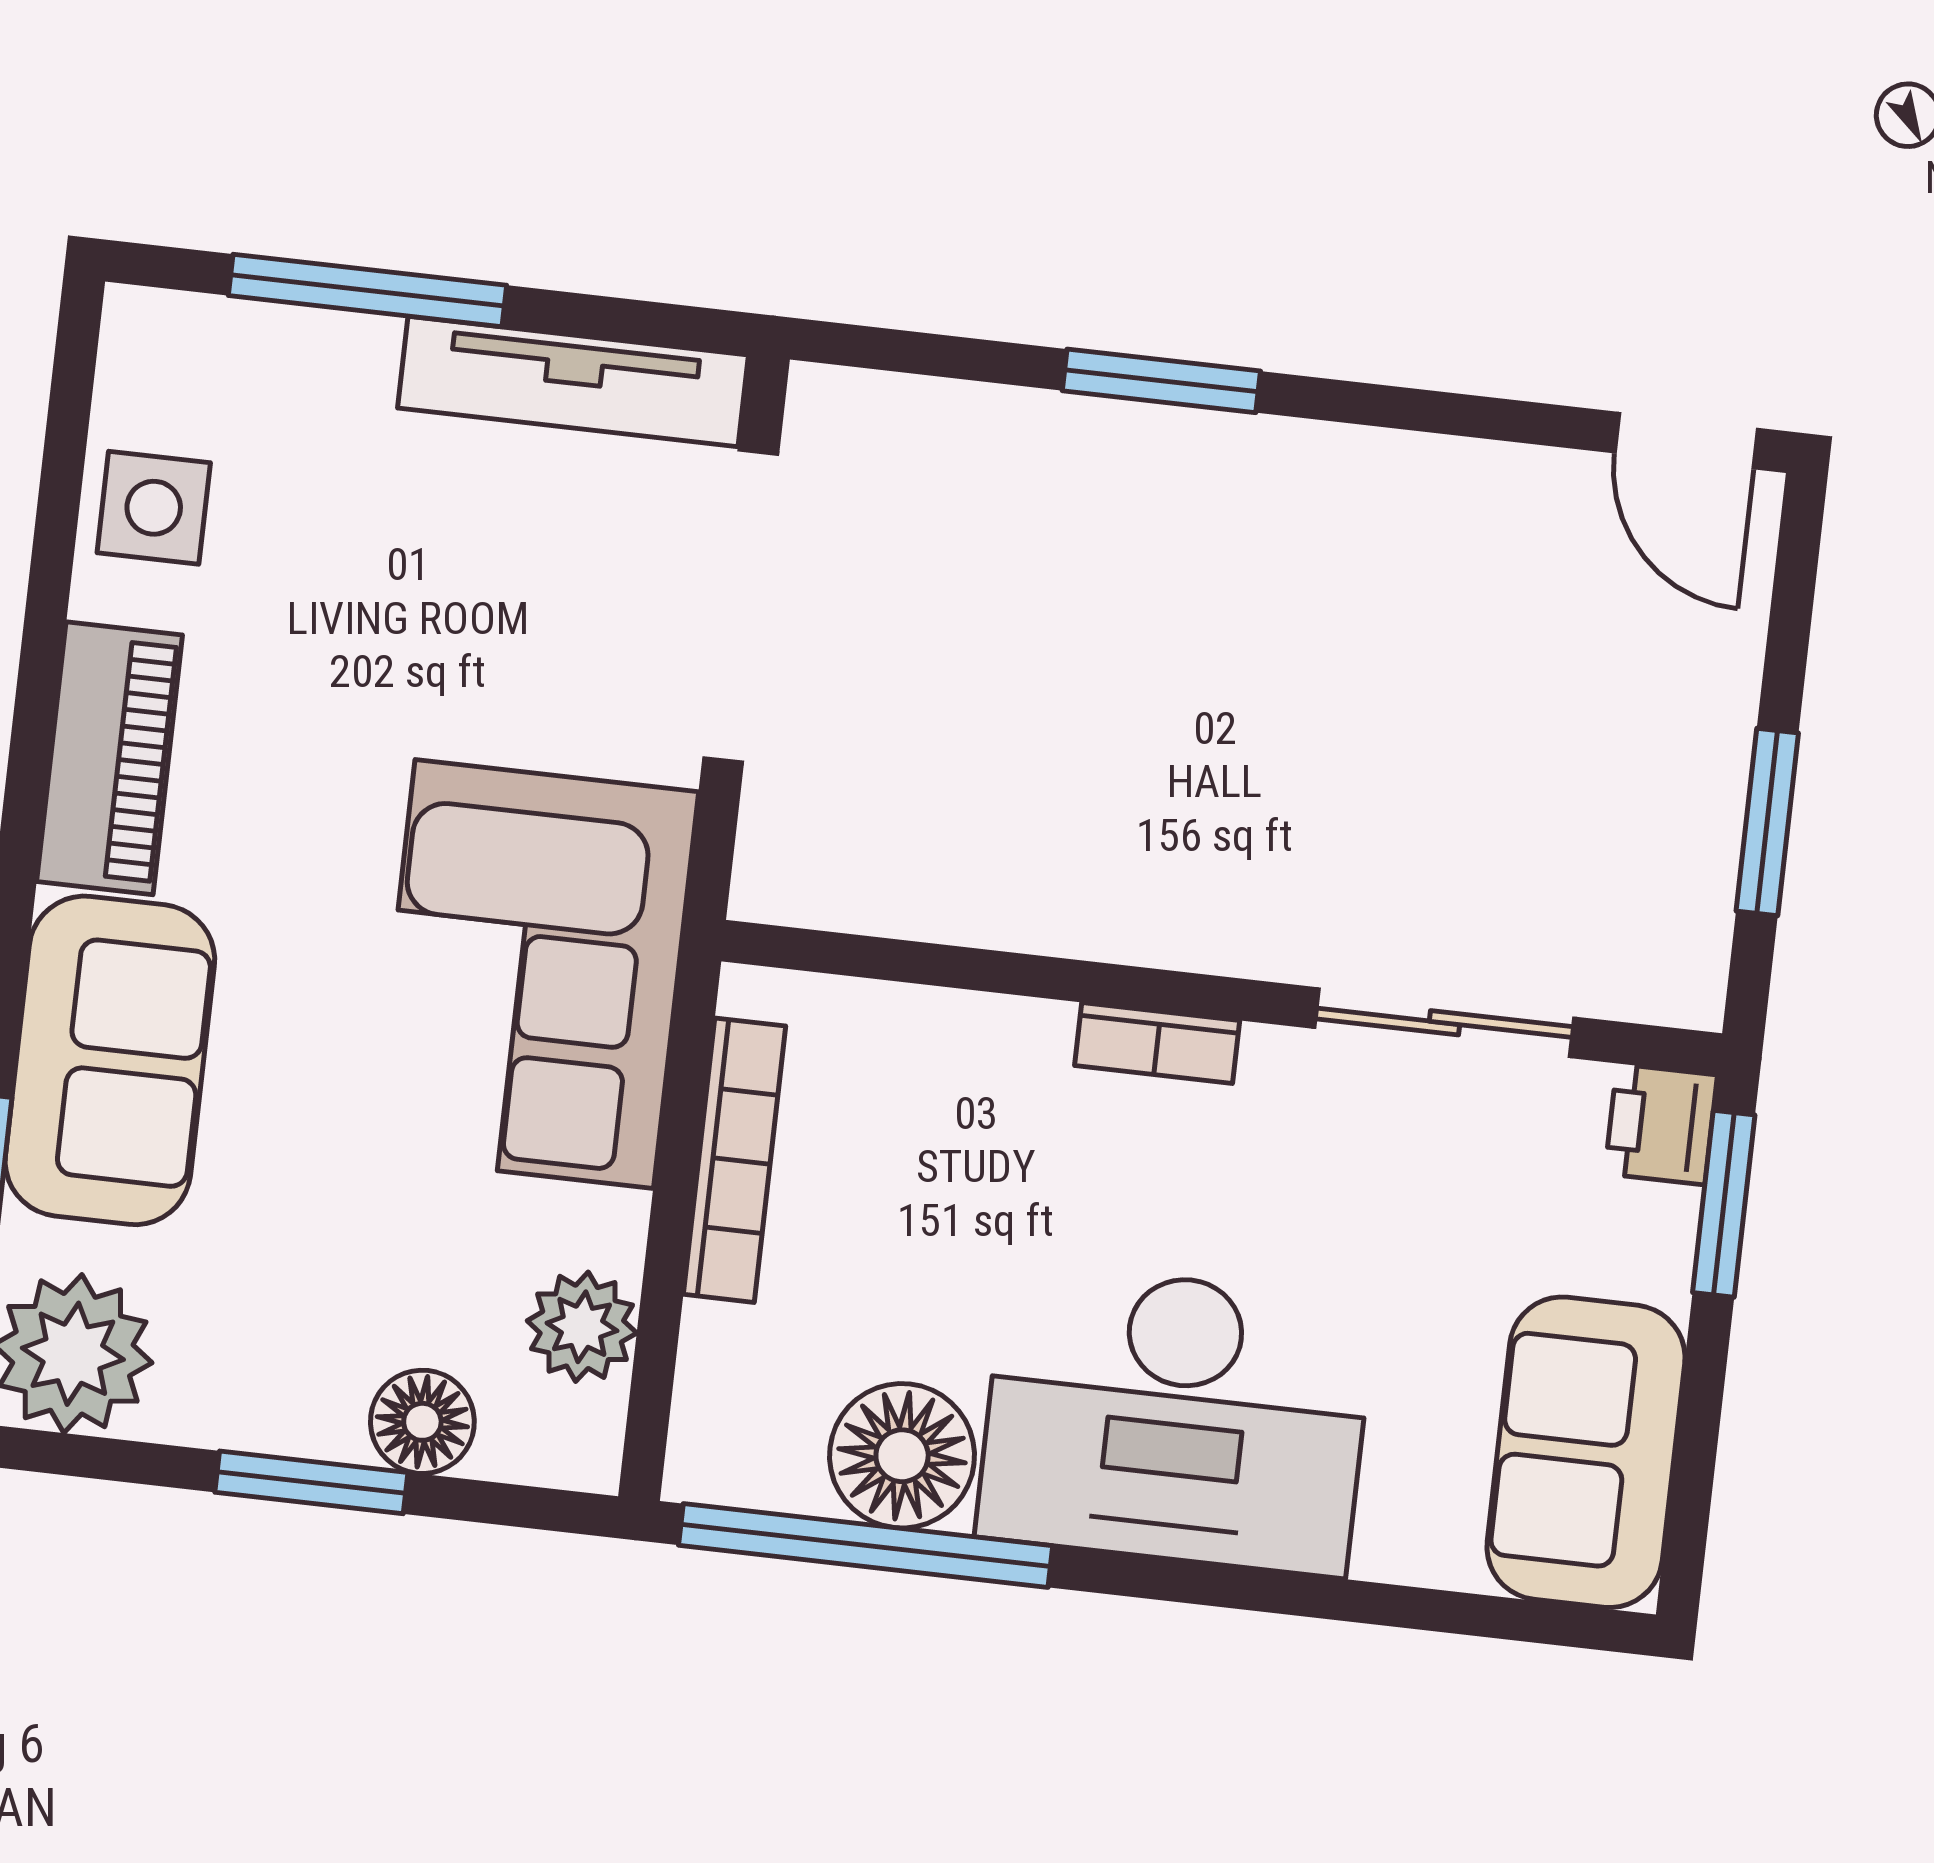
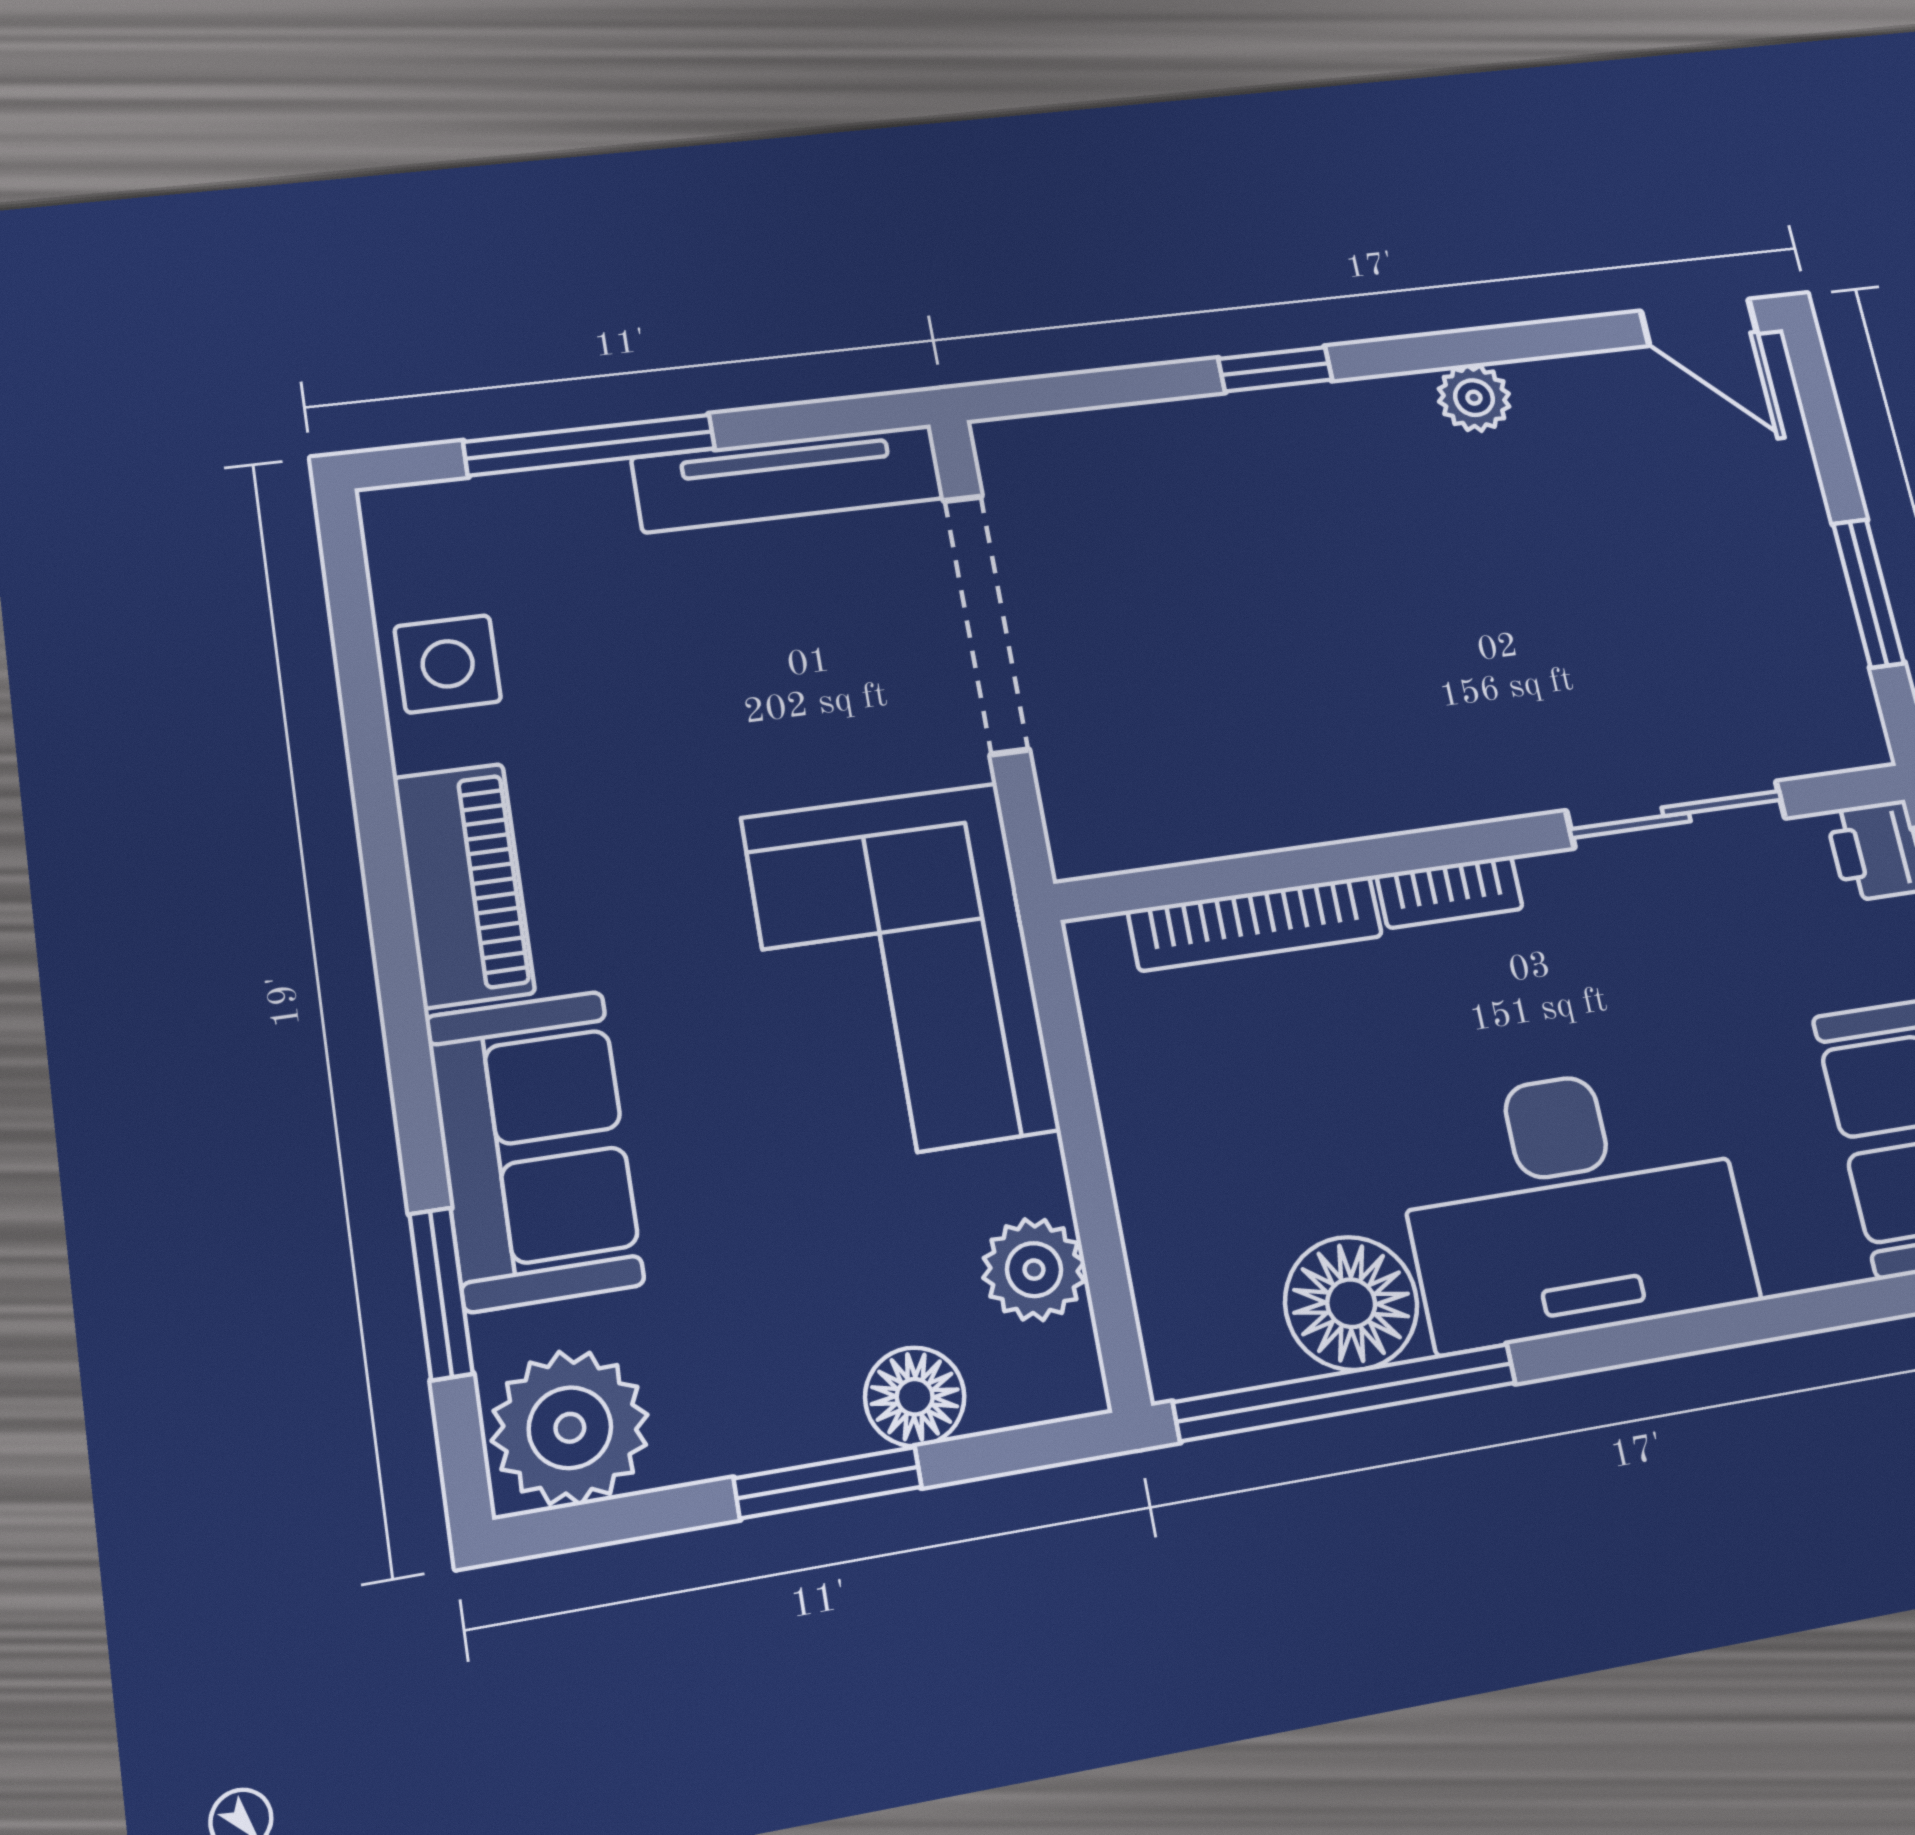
window: (1161, 381) -> (1275, 369), width x0.67
plant: (1383, 471) -> (1474, 398), added
bookcase: (734, 1160) -> (1255, 923), moved, turned 90

